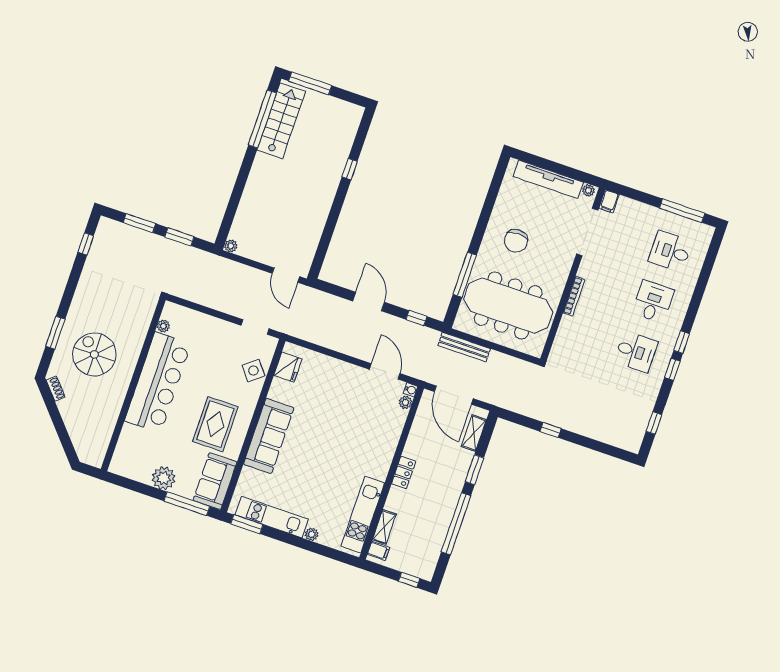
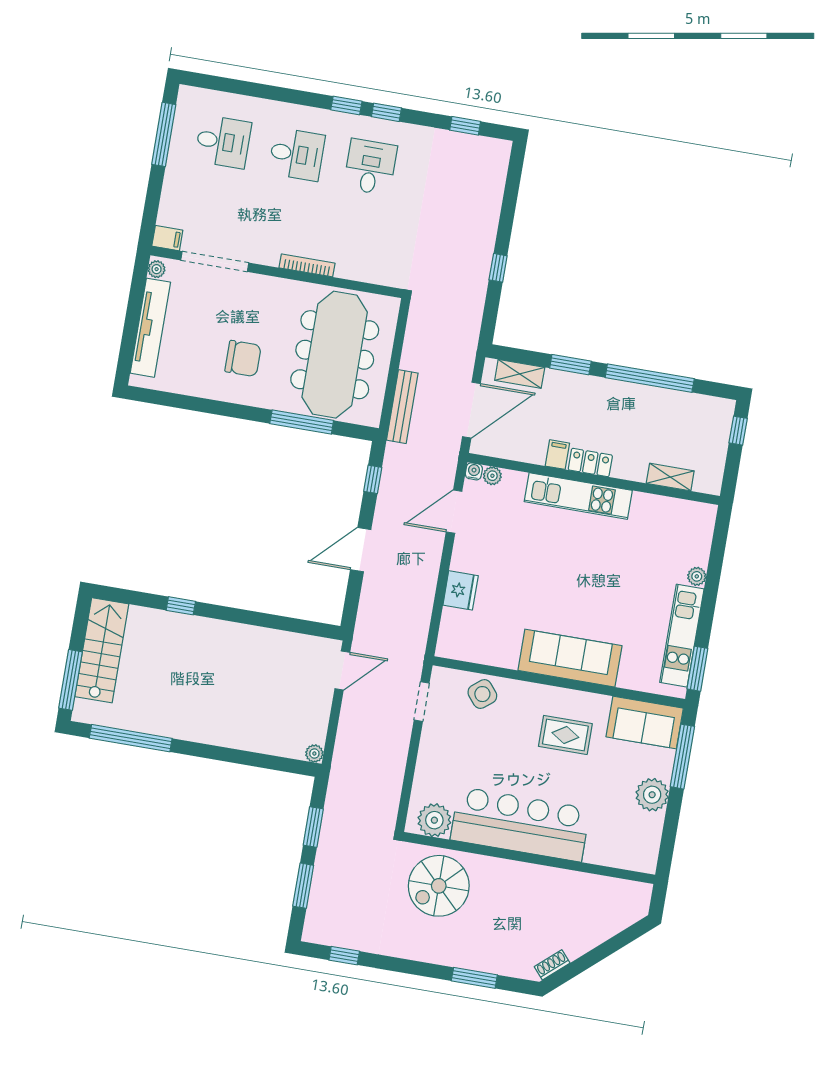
stairs: (281, 121) -> (102, 650), moved, turned 90
desk: (670, 251) -> (223, 142), turned -90
desk: (653, 302) -> (297, 154), turned 180
plant: (163, 326) -> (434, 820), width x1.88, depth x1.88
spiral stairs: (94, 354) -> (439, 886), moved
fridge: (288, 367) -> (461, 590), moved, turned 90
rug: (215, 424) -> (565, 735), width x0.73, depth x0.70
kitchen unit: (363, 515) -> (578, 496), moved
filing cabinet: (378, 551) -> (557, 455), moved

